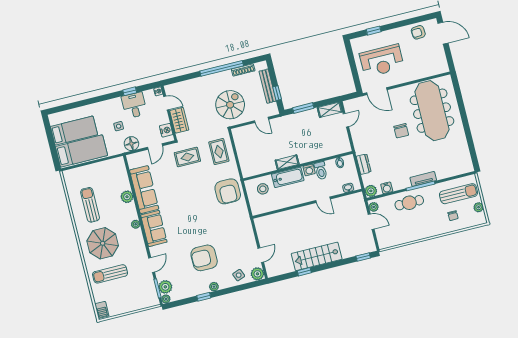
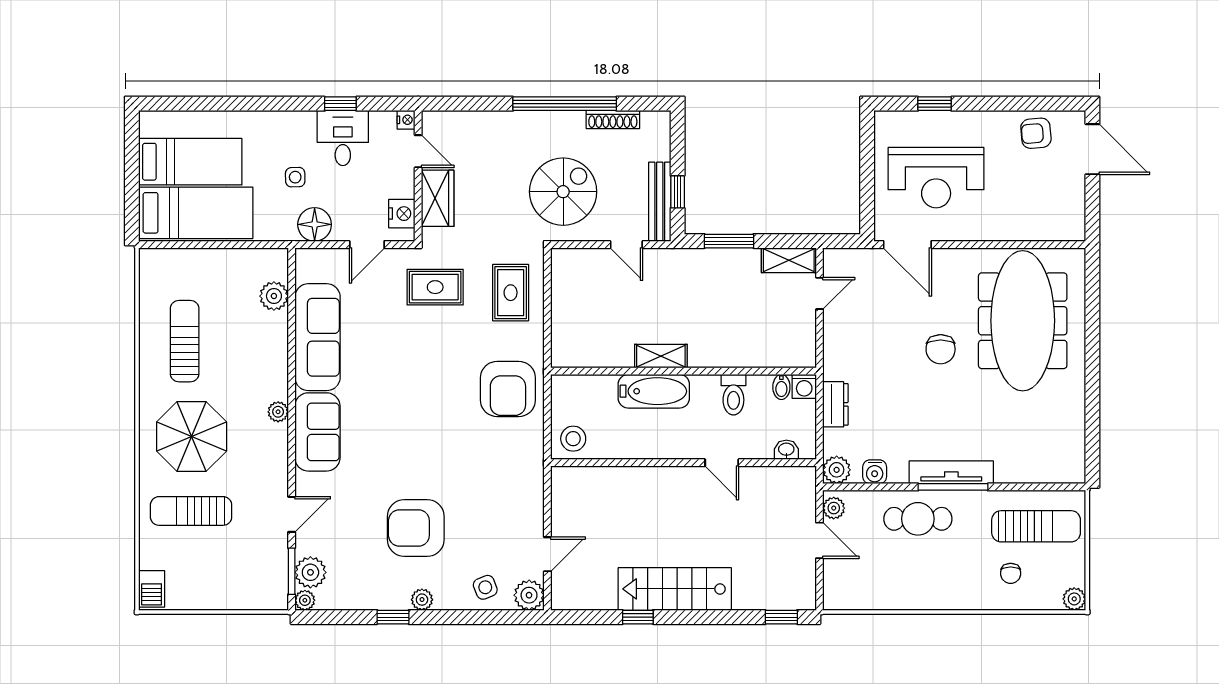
bench: (268, 86) -> (660, 202), moved
washing machine: (309, 170) -> (804, 386), moved
tv unit: (423, 179) -> (951, 472), width x1.41
stool: (263, 189) -> (573, 439), moved
plant: (127, 197) -> (274, 296), moved
plant: (479, 207) -> (1074, 599), moved

